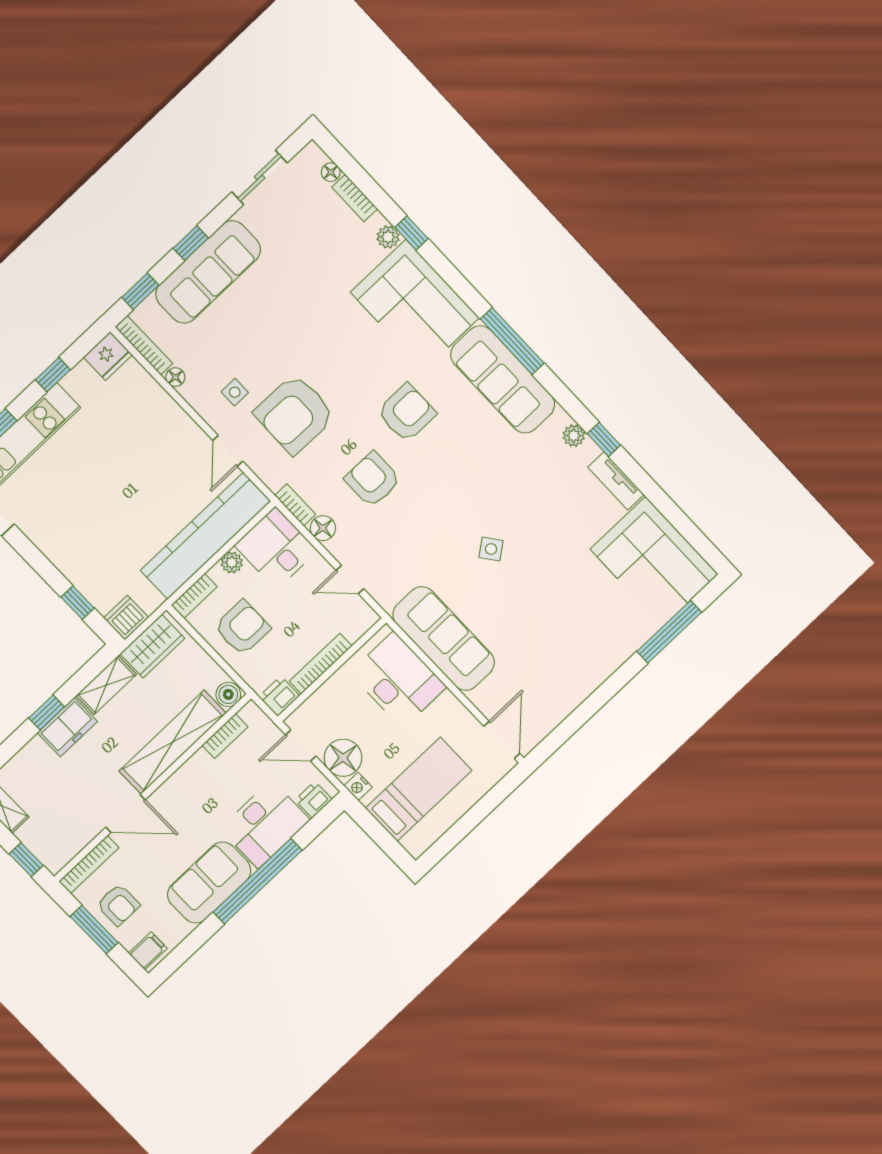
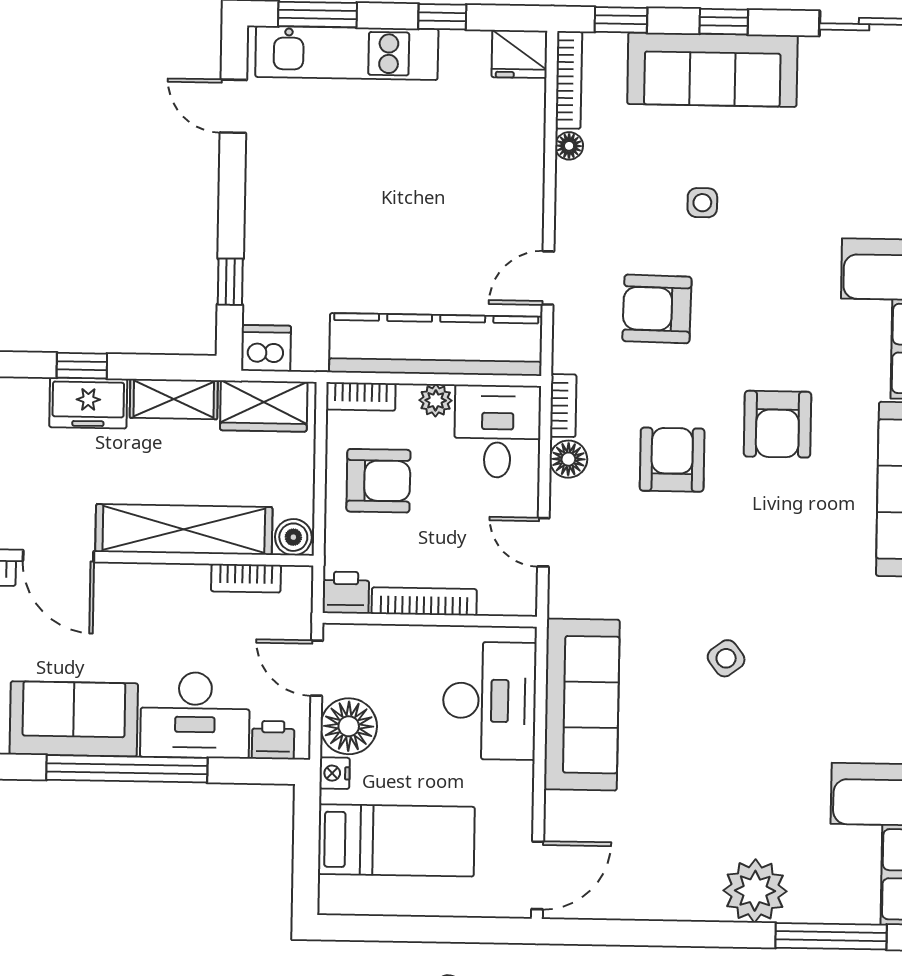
side table: (235, 392) -> (702, 203), moved
armchair: (407, 413) -> (778, 424), turned 90
armchair: (295, 414) -> (657, 309), width x0.73, depth x0.73
plant: (612, 646) -> (755, 891), added

